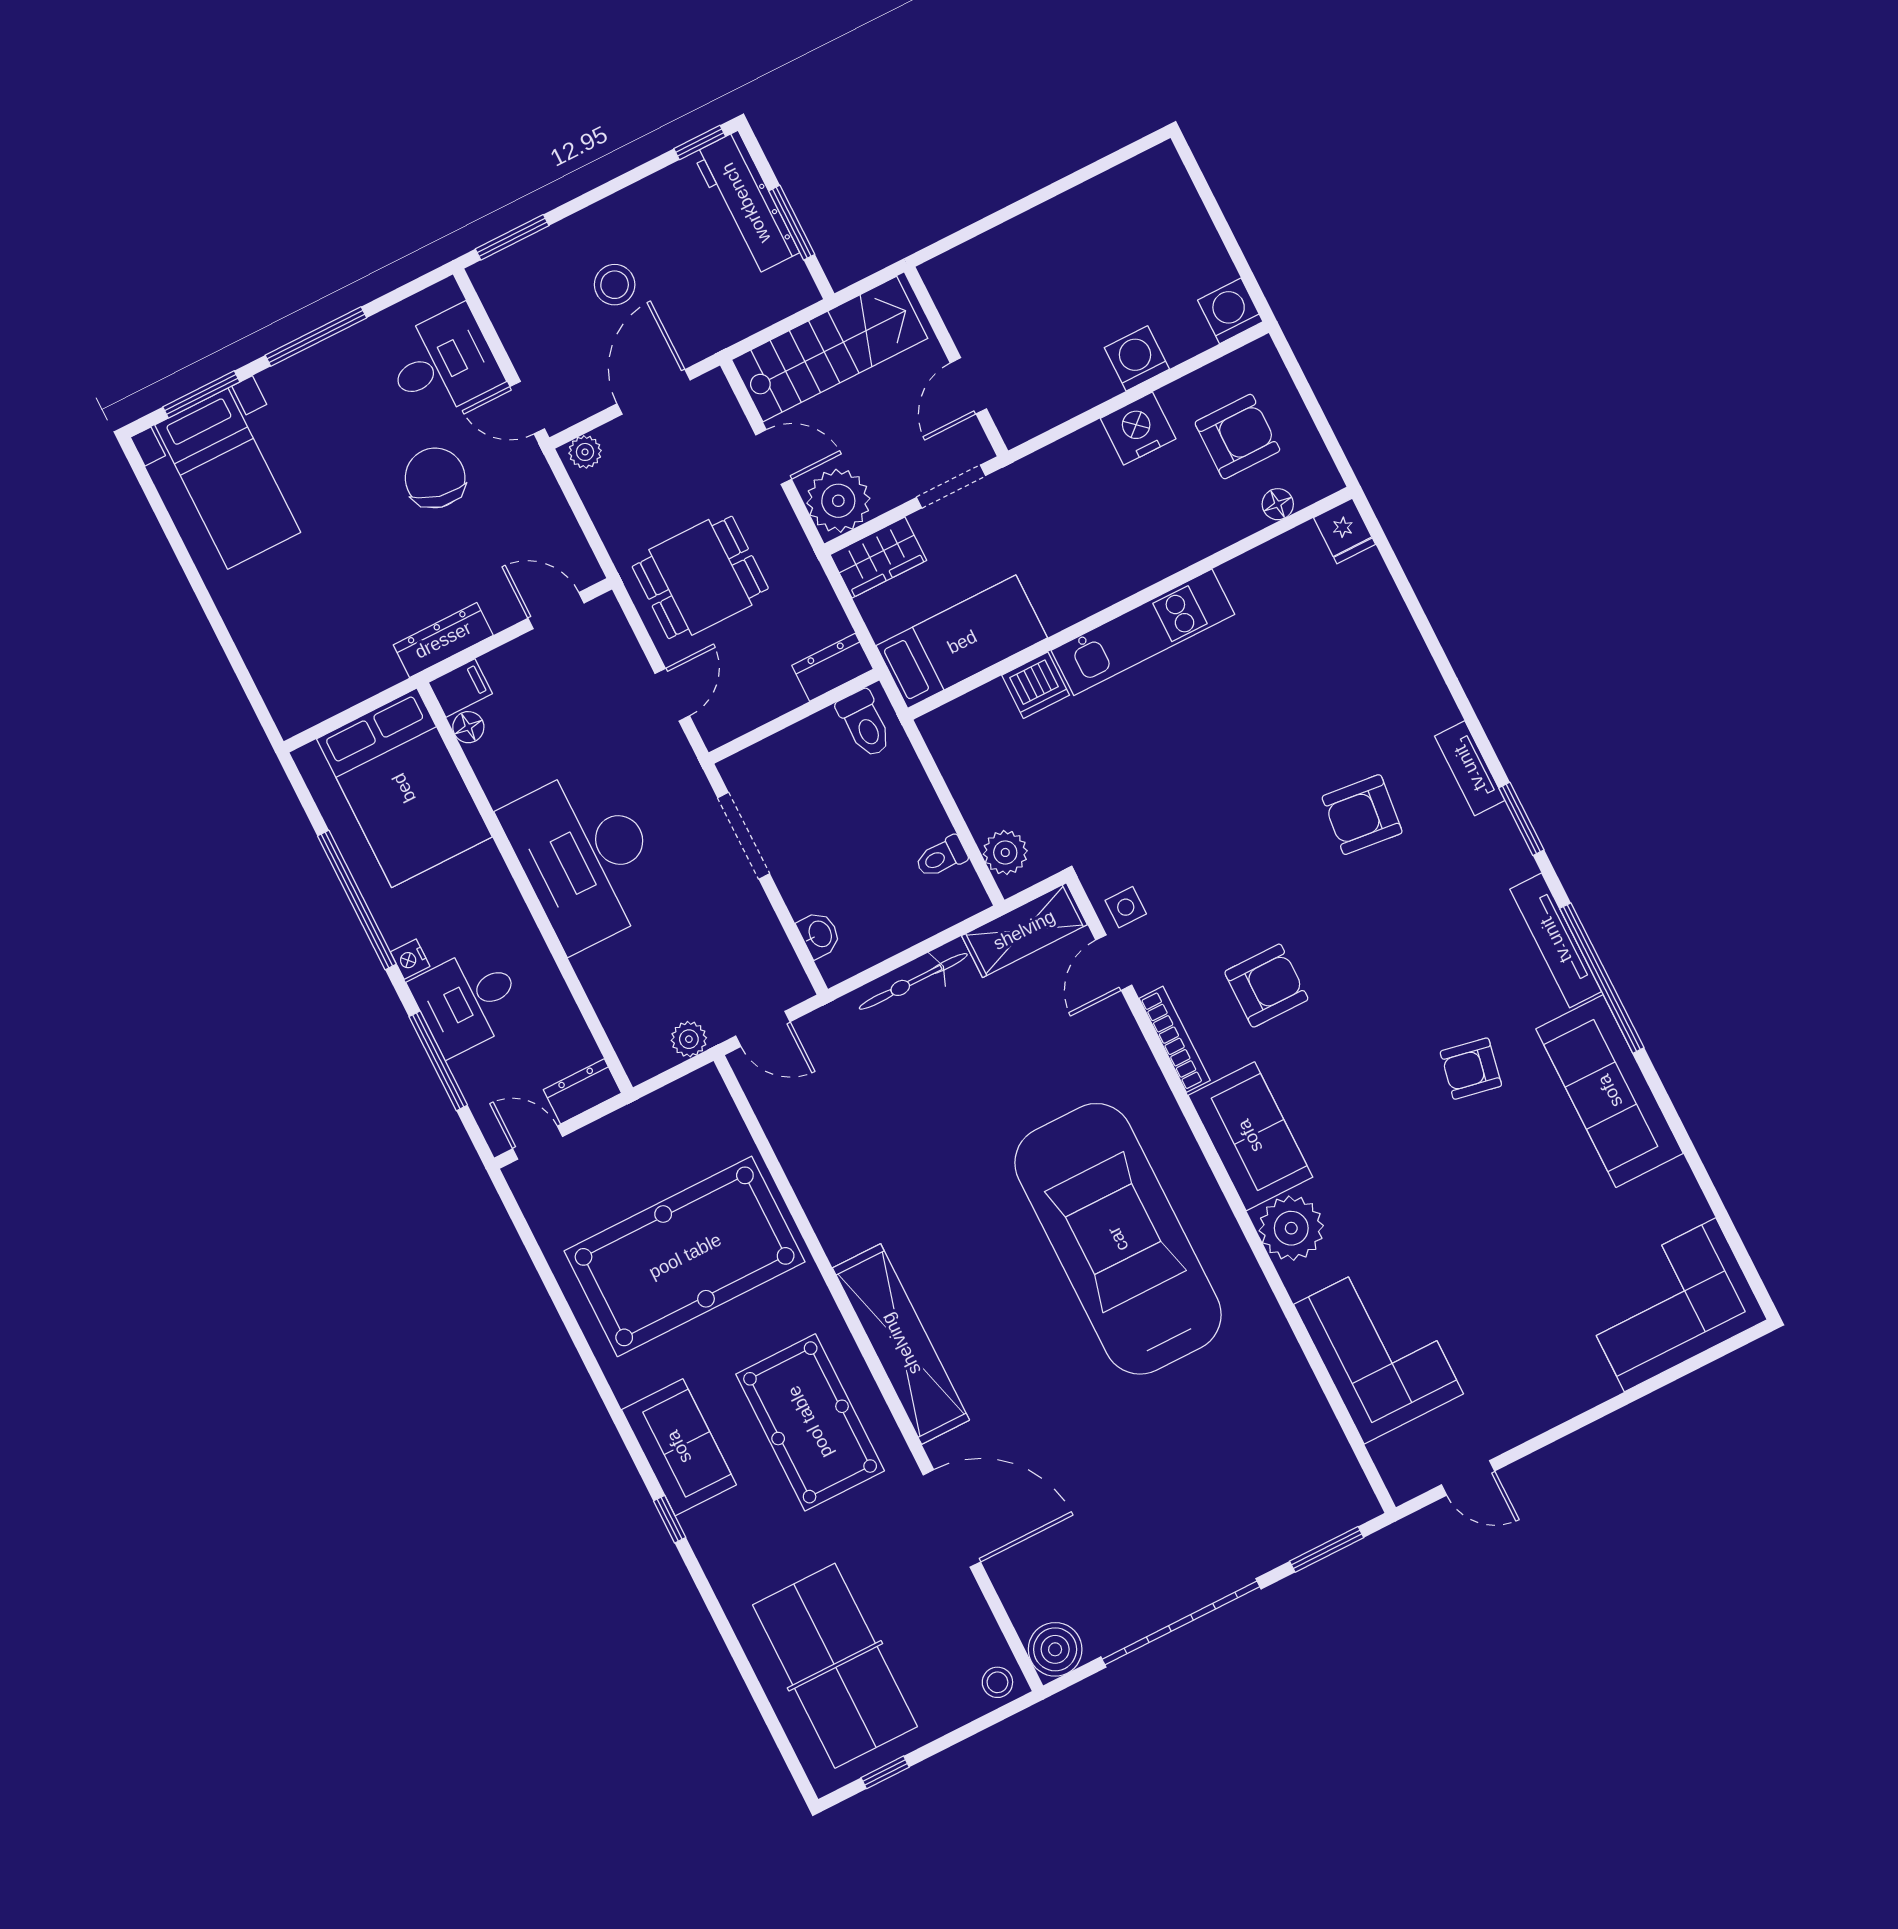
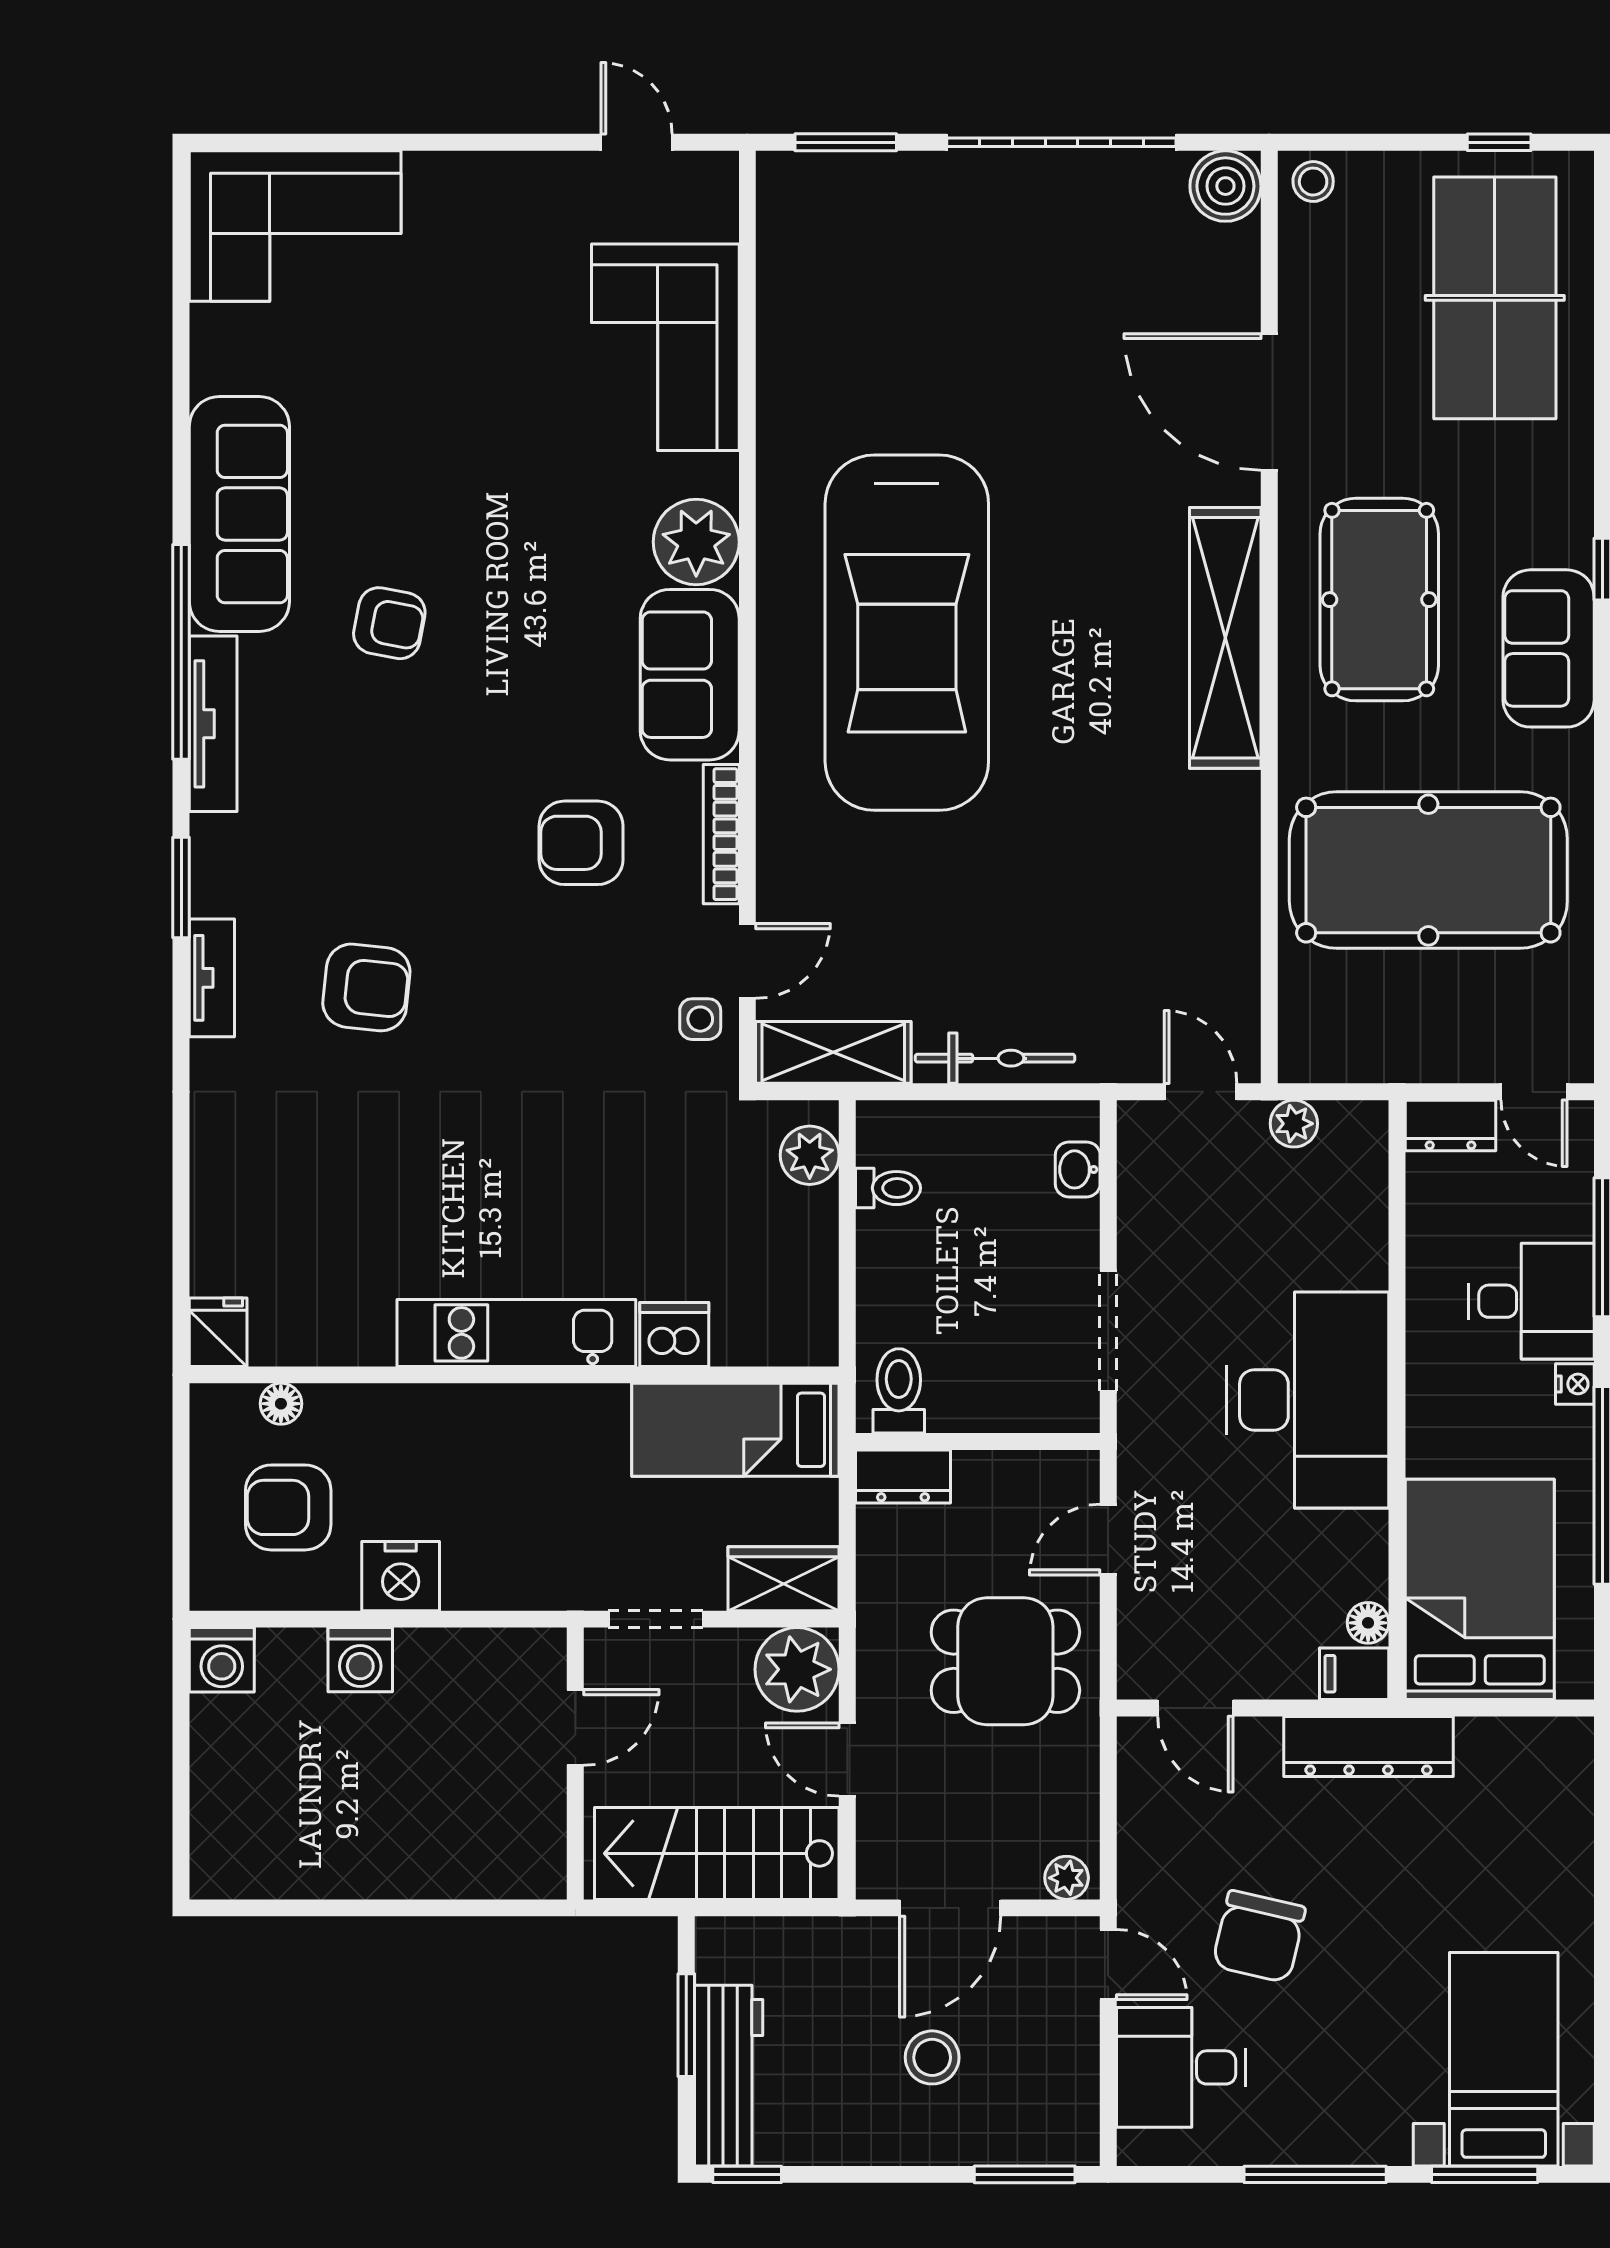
dresser: (443, 640) -> (1368, 1746), width x1.37, depth x1.24

